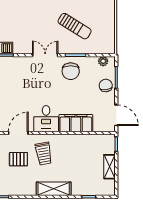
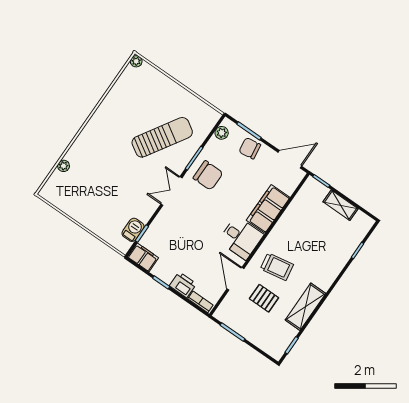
sun lounger: (75, 26) -> (162, 137), width x1.36, depth x1.34
pallet: (18, 159) -> (264, 298), turned 90
shelving: (54, 189) -> (305, 307), moved

